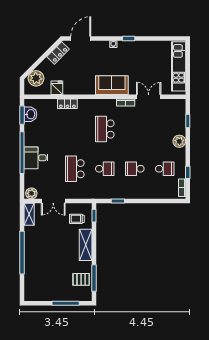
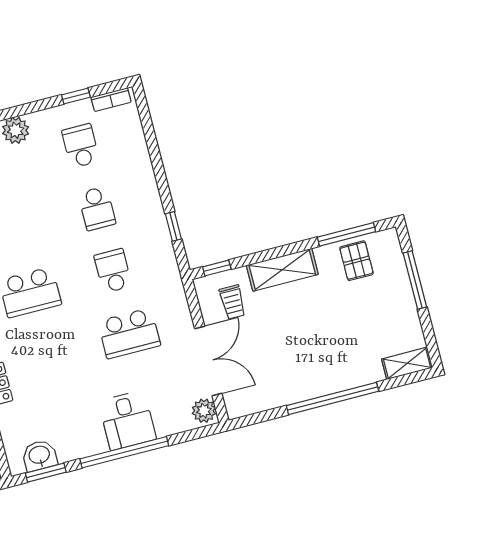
double door: (53, 201) -> (208, 361), width x1.37
shelving: (29, 214) -> (407, 363), moved

